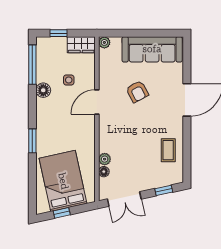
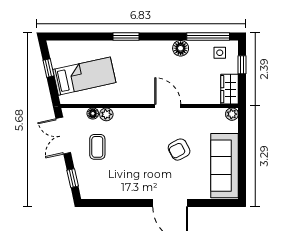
side table: (69, 80) -> (220, 53), moved
coffee table: (168, 150) -> (97, 147), moved, turned 90
bed: (63, 181) -> (84, 76), width x0.67

